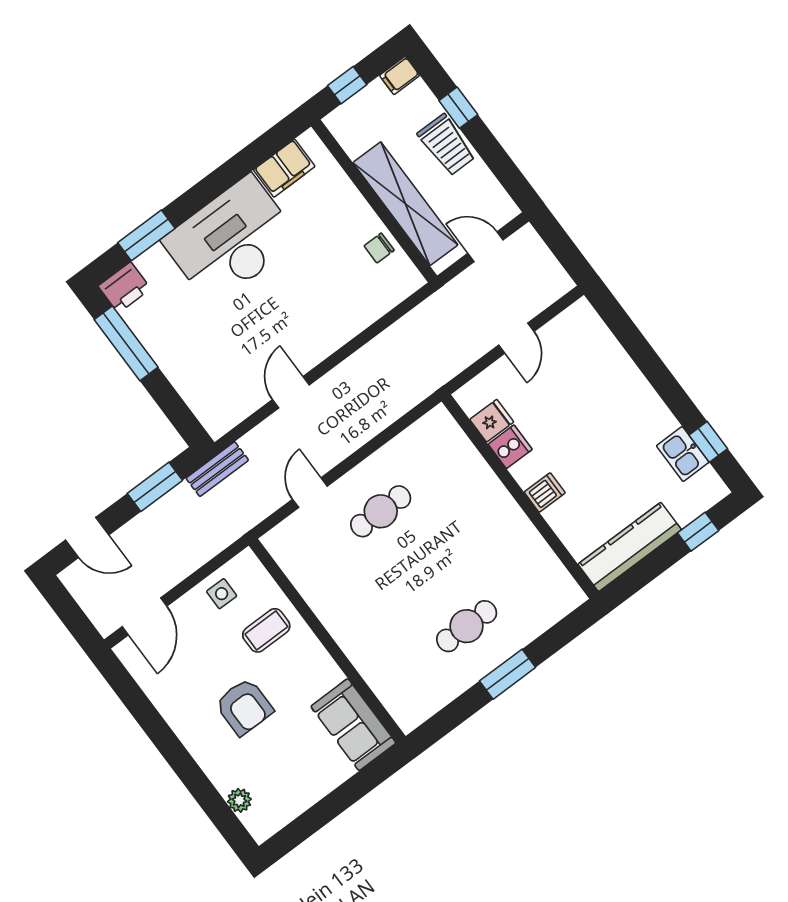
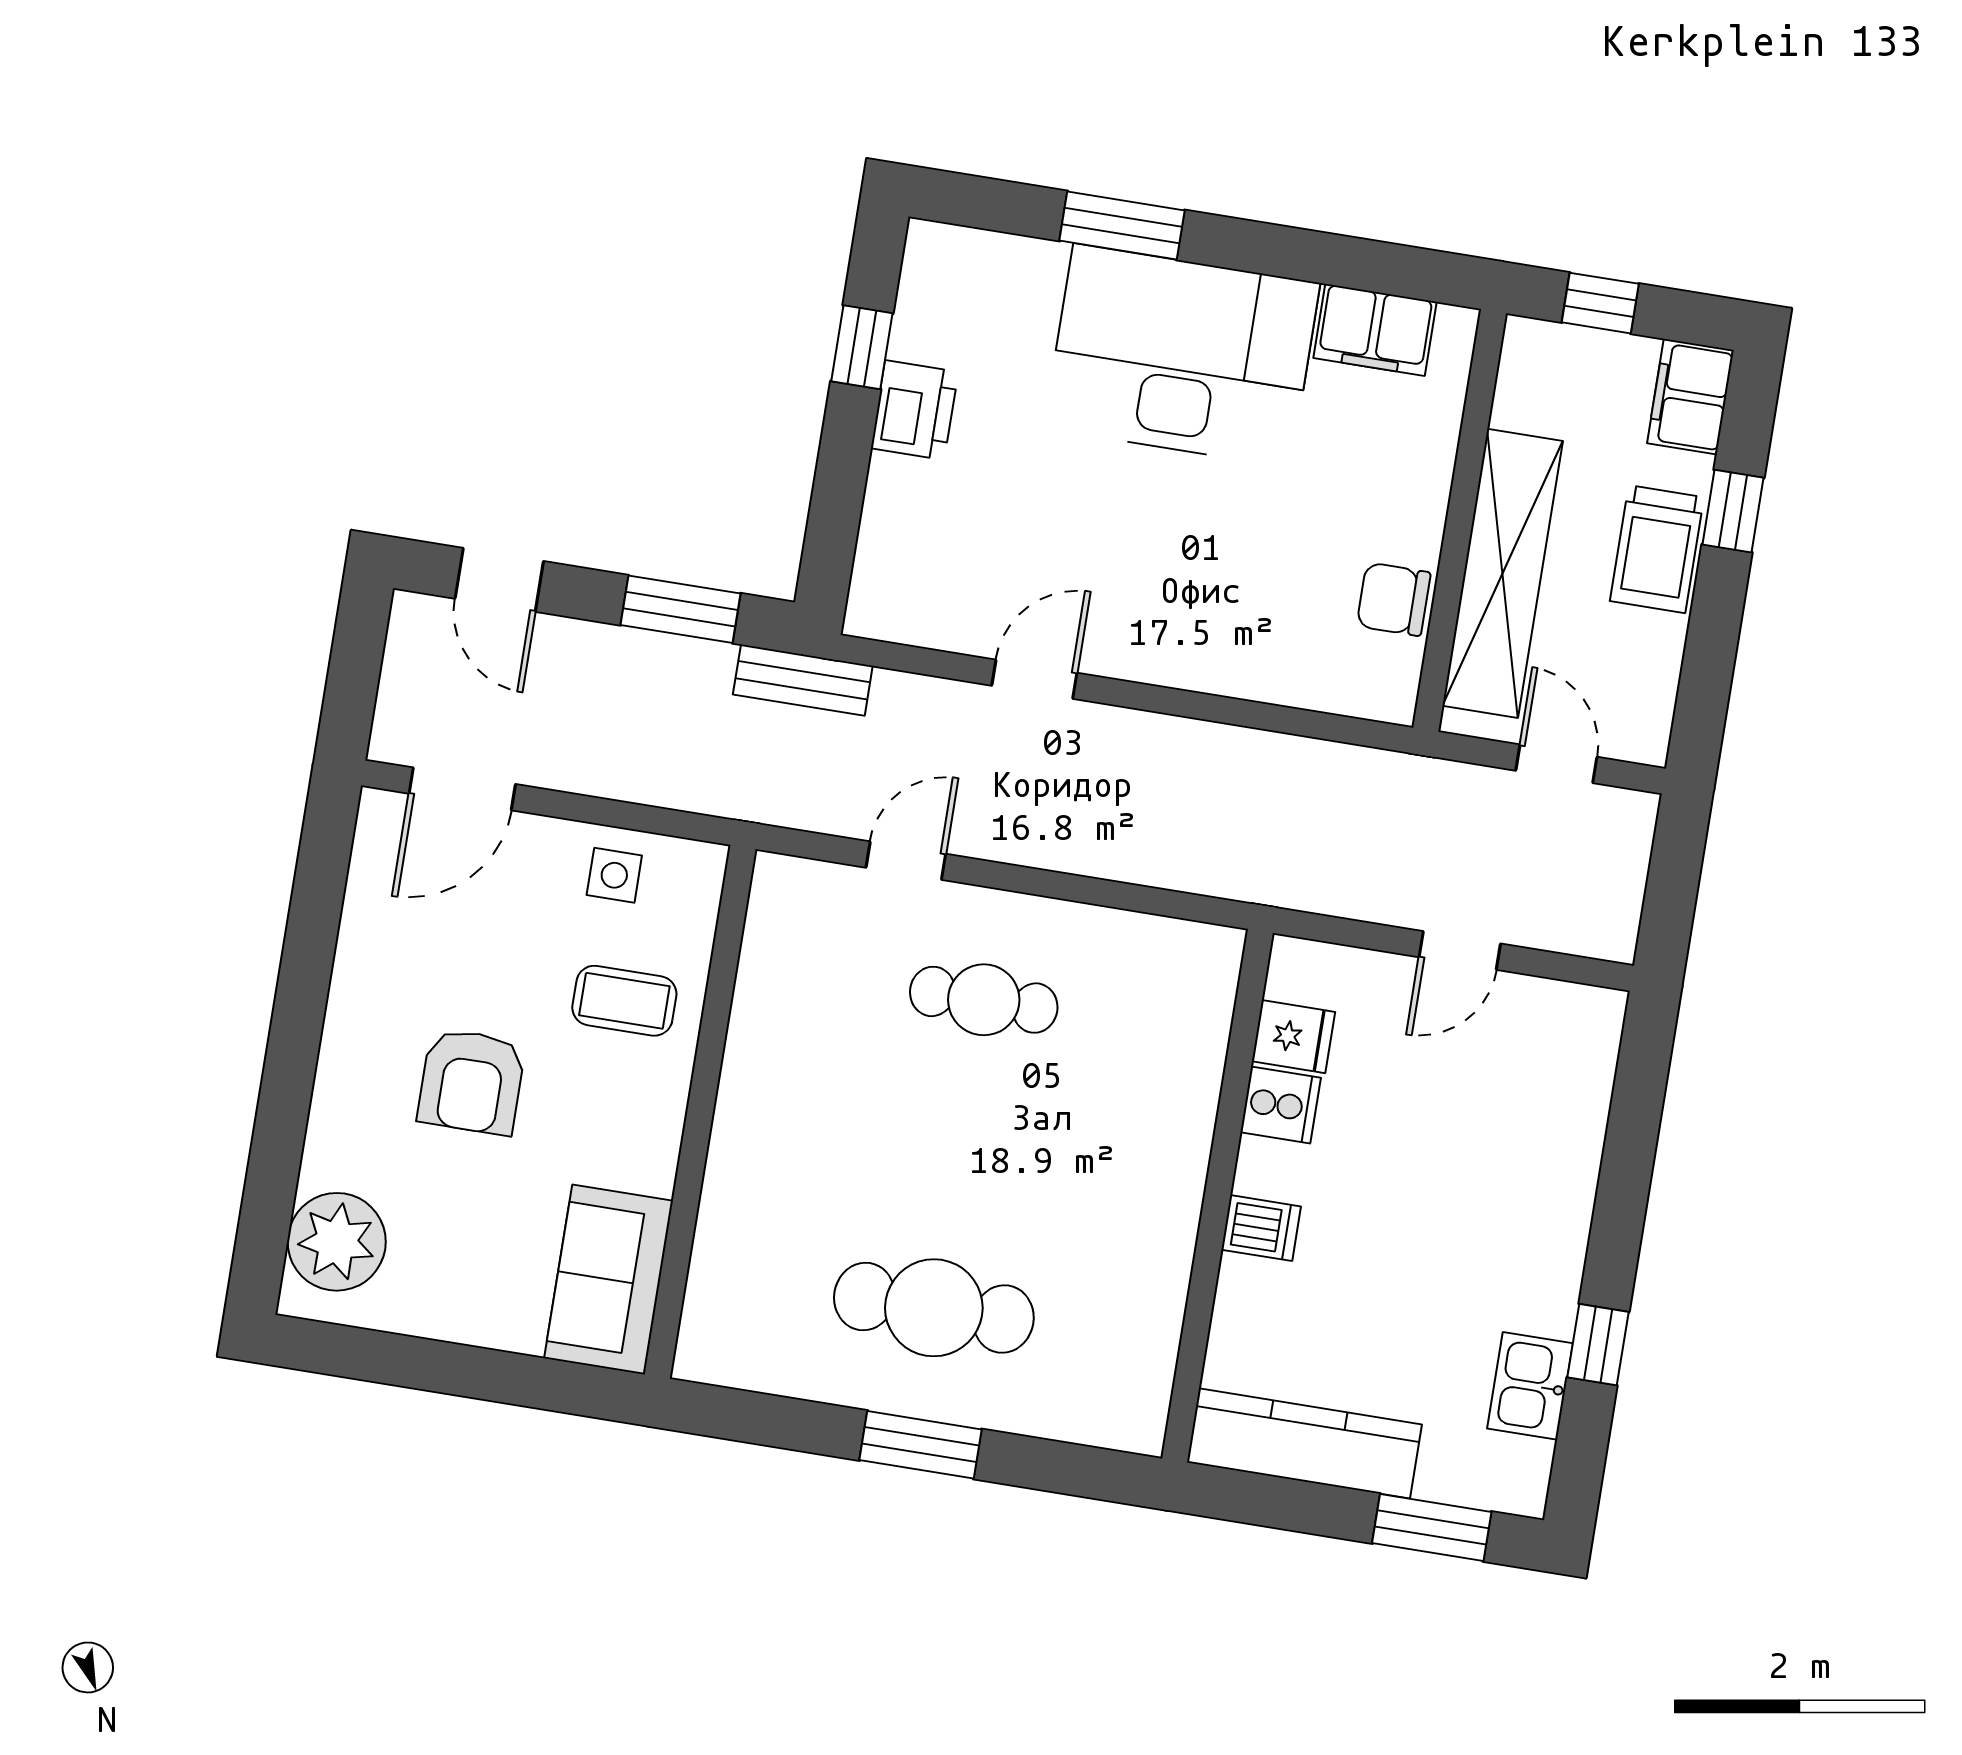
filing cabinet: (400, 75) -> (1690, 397), width x2.00
window: (146, 235) -> (1122, 226), moved
chair: (379, 248) -> (1394, 599), width x1.37, depth x1.37
printer: (124, 287) -> (915, 410), moved, turned -90
window: (126, 343) -> (862, 347), width x0.46
window: (708, 442) -> (1598, 1345), moved
window: (698, 532) -> (1432, 1528), width x1.50
cafe table: (467, 626) -> (934, 1308), width x1.37, depth x1.35
plant: (239, 800) -> (337, 1242), width x1.87, depth x1.87

